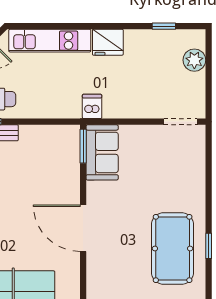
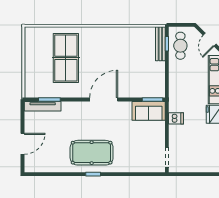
plant: (194, 60) -> (204, 166), removed
dishwasher: (92, 106) -> (176, 118), moved

